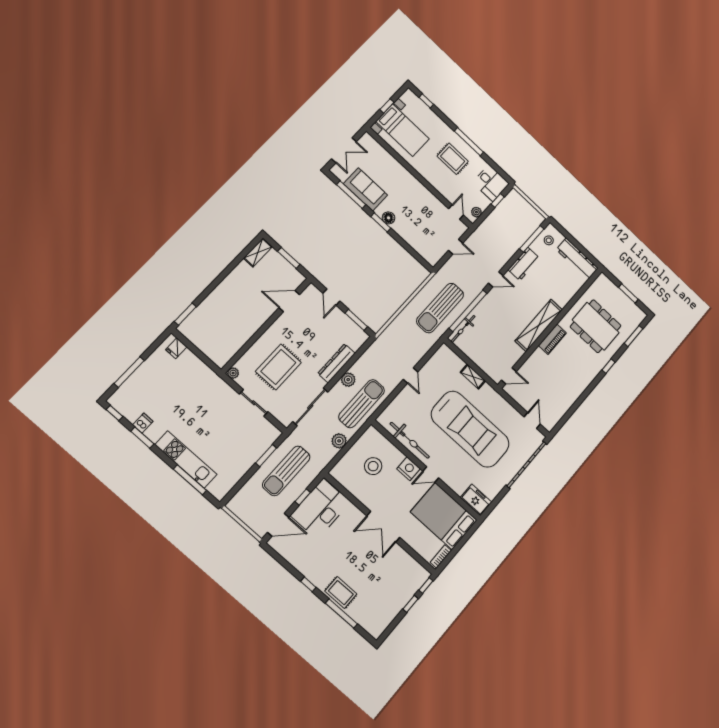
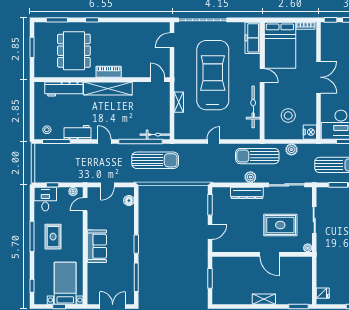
sofa: (365, 189) -> (97, 246), moved, turned 180
floor lamp: (389, 218) -> (129, 201), moved
door: (456, 247) -> (108, 185), swing flipped
shelving: (258, 252) -> (264, 299), moved
workbench: (577, 259) -> (64, 89), moved, turned 90
door: (289, 301) -> (269, 254), moved
nightstand: (409, 469) -> (310, 132), moved, turned 180
freezer: (476, 500) -> (253, 38), width x1.40

